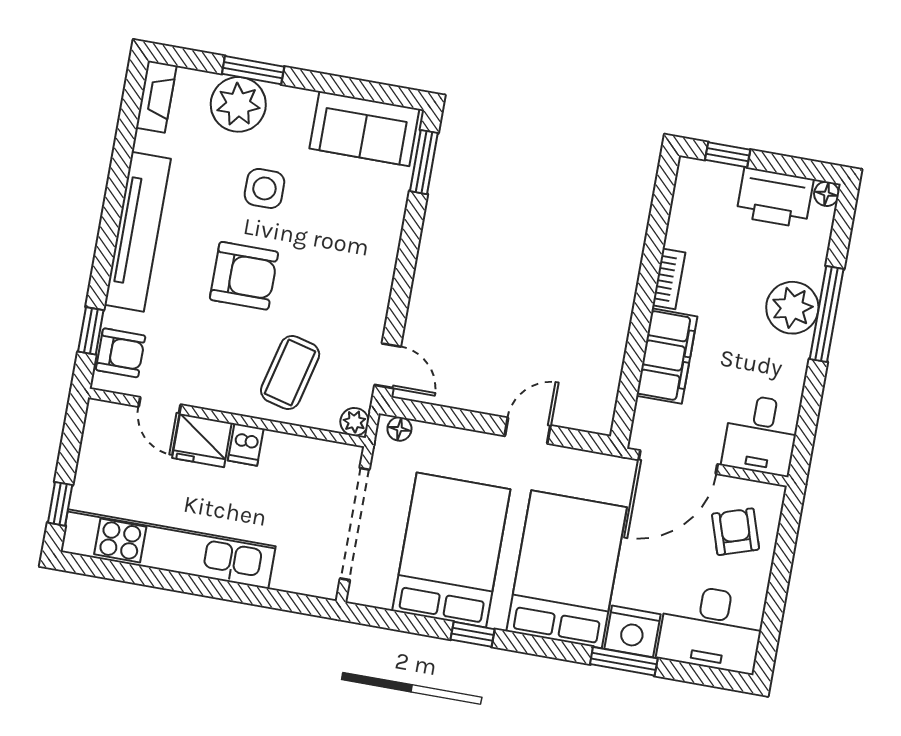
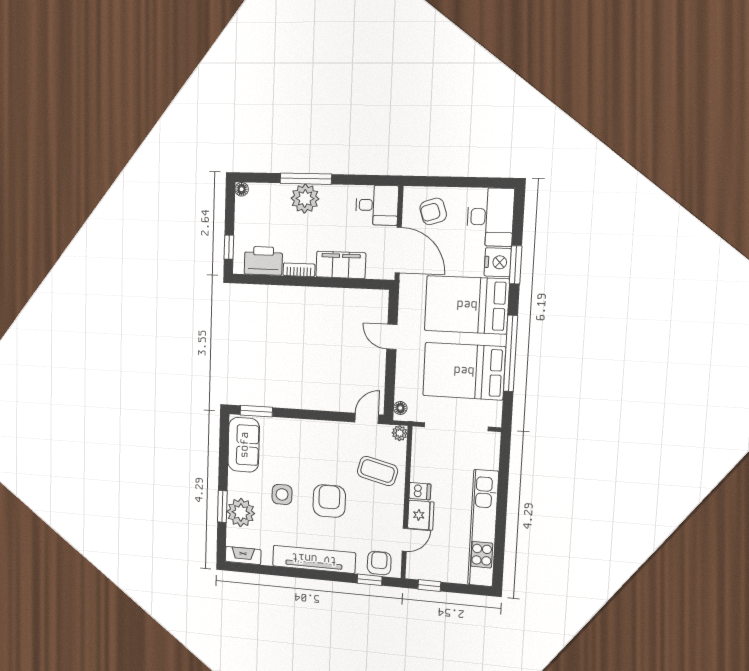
printer: (775, 198) -> (263, 261), moved, turned -90
window: (60, 504) -> (429, 585), moved
window: (473, 634) -> (511, 353), width x3.17

